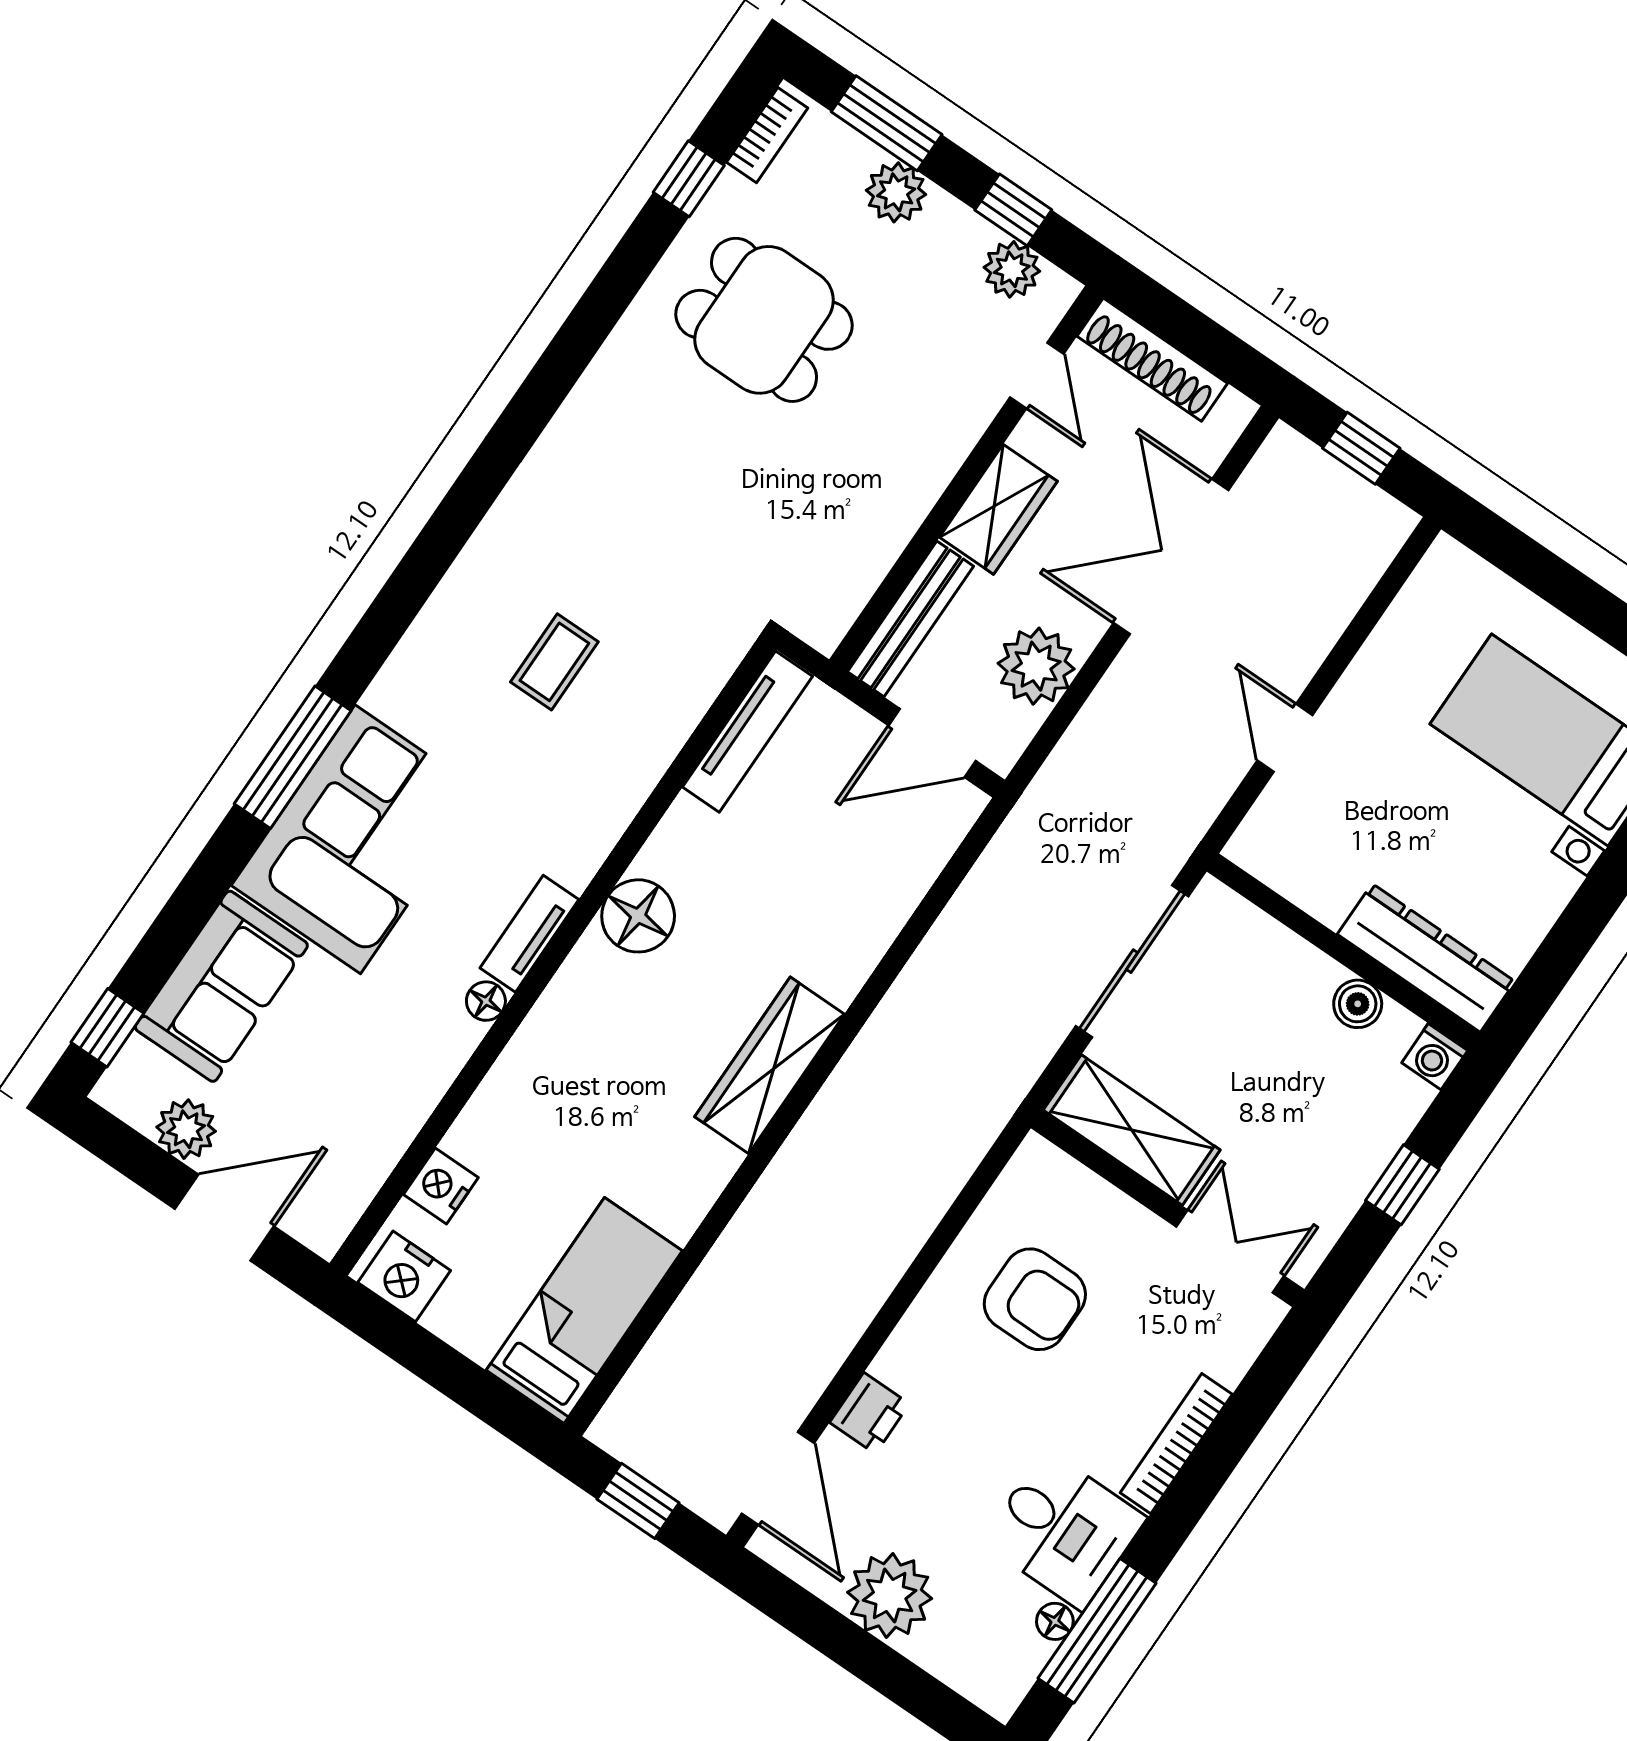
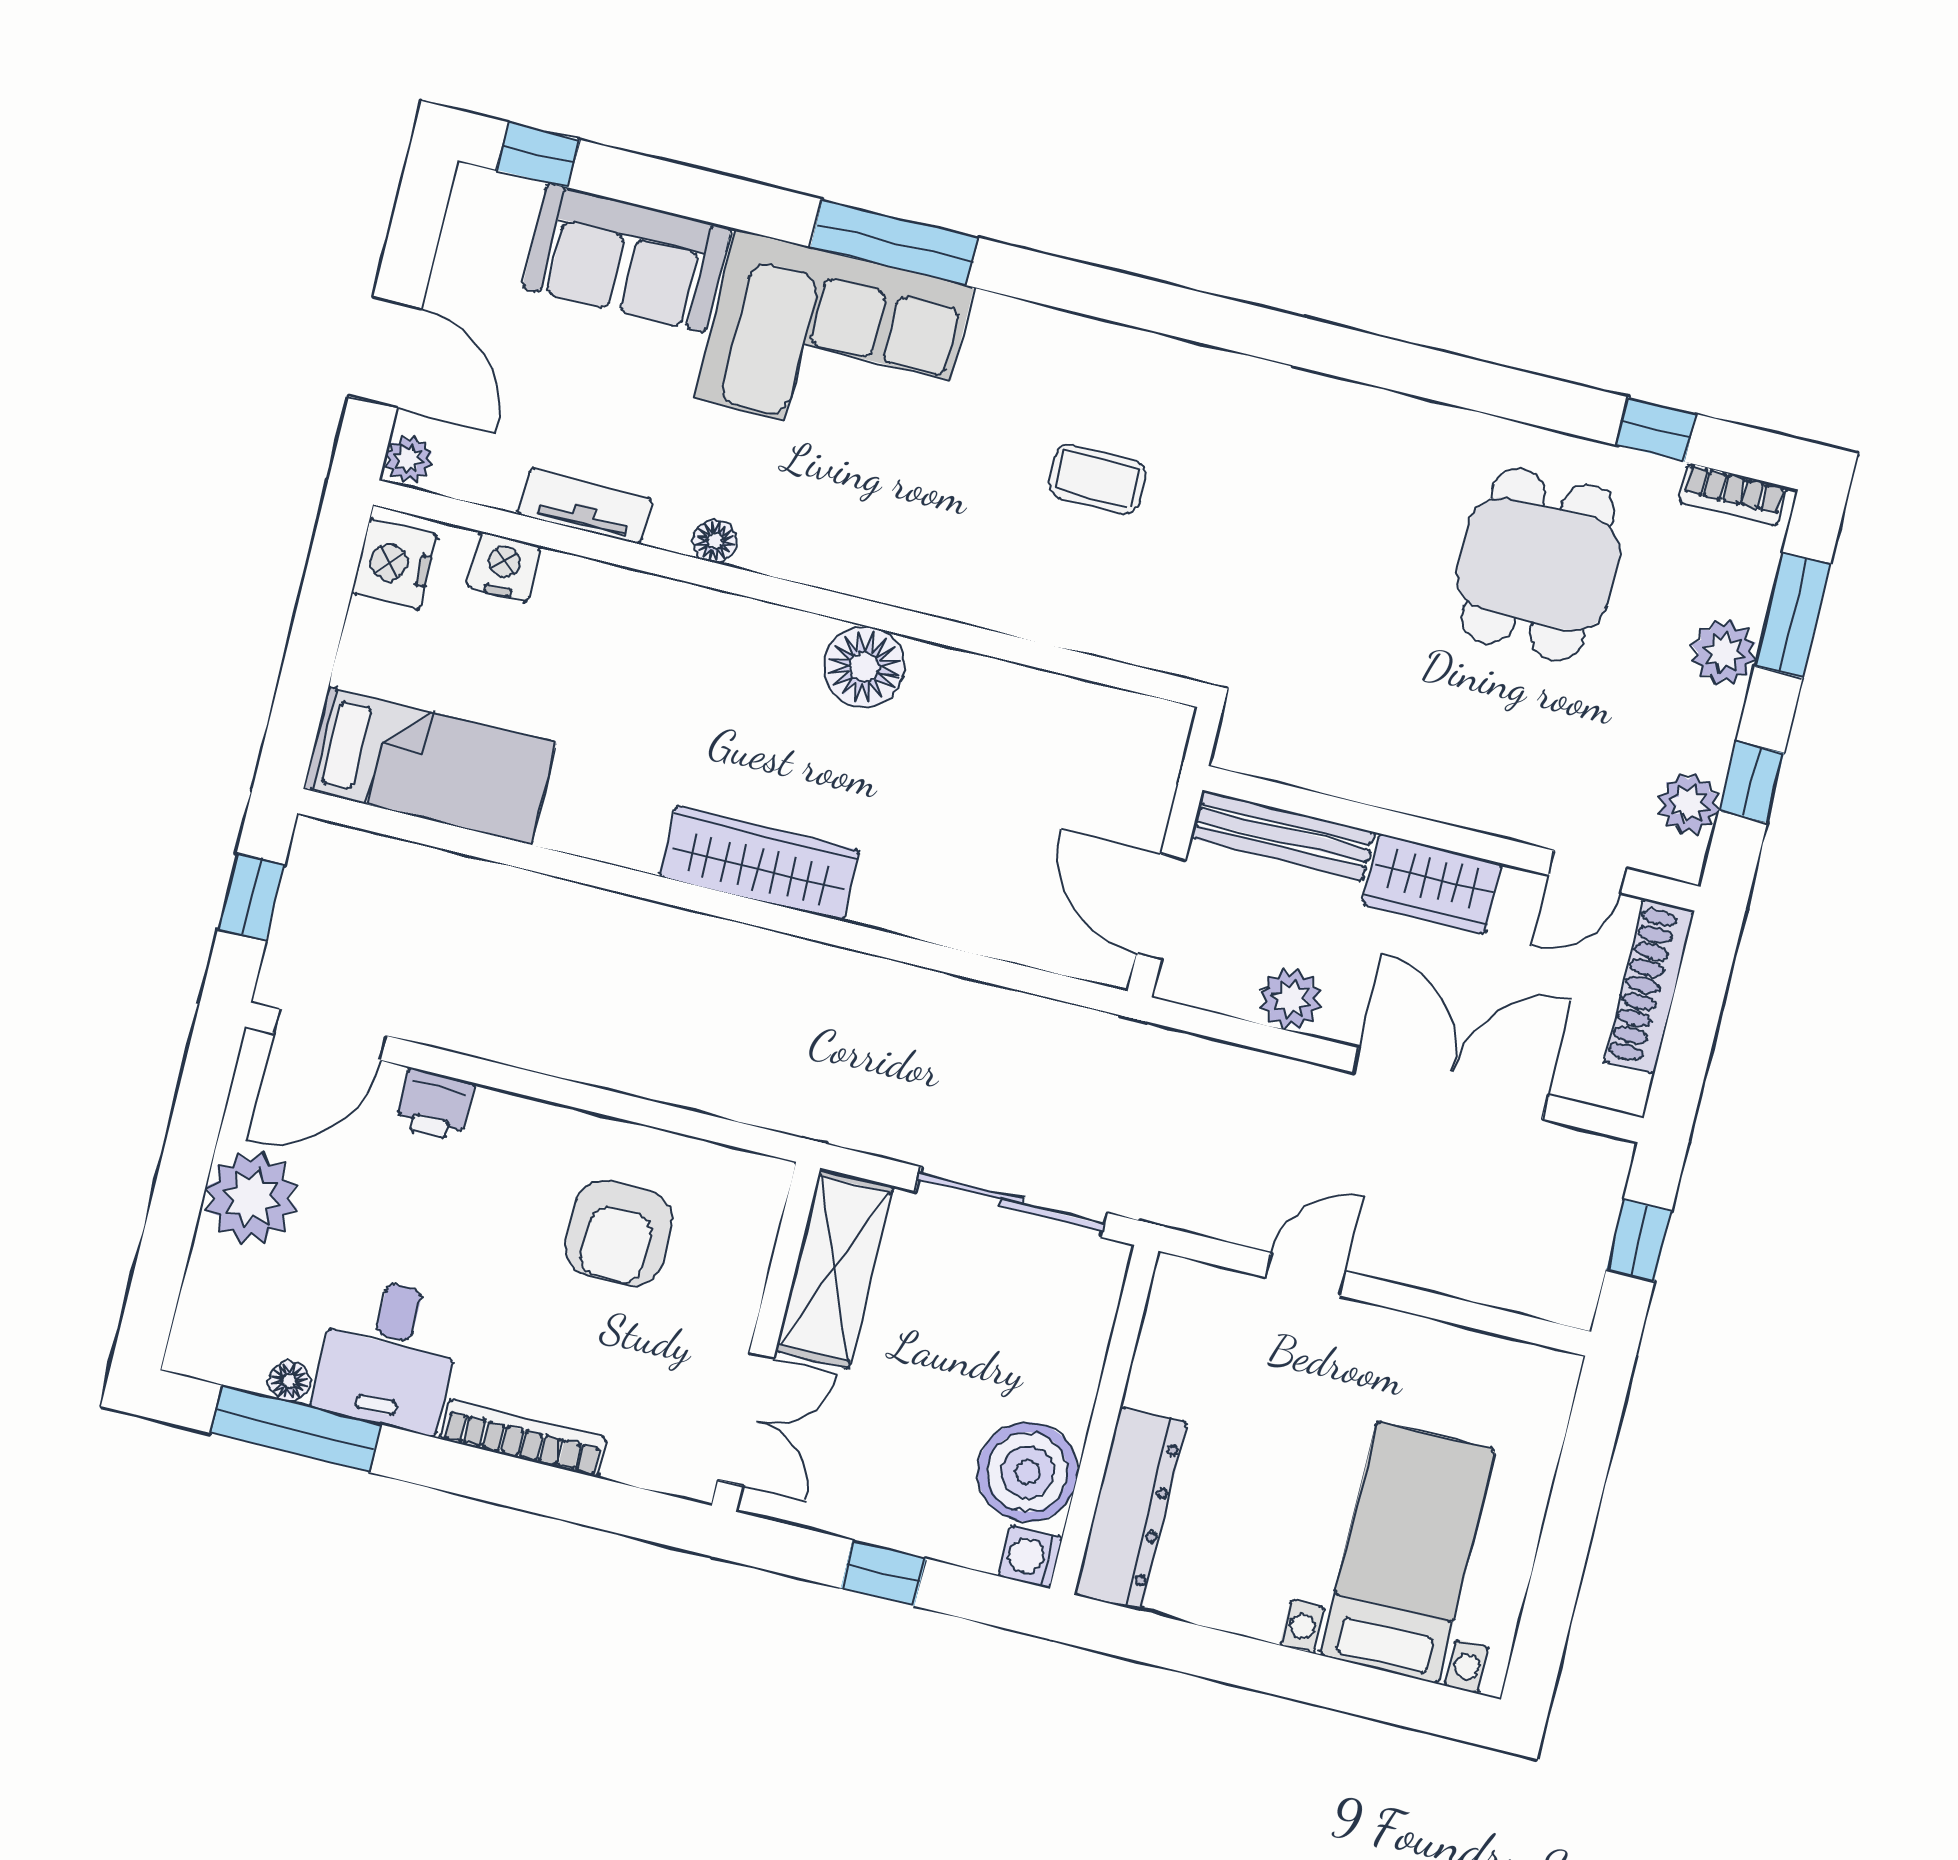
plant: (1036, 666) -> (1291, 999), width x0.73, depth x0.73
tv unit: (747, 732) -> (1100, 709), removed
tv unit: (529, 934) -> (585, 506), moved
boiler: (1358, 1004) -> (1027, 1472), width x1.86, depth x1.86
plant: (186, 1129) -> (409, 459), moved, width x0.73, depth x0.73

